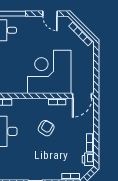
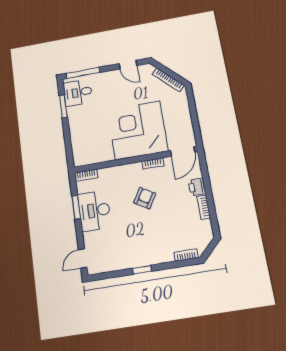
printer: (88, 159) -> (197, 187), moved

